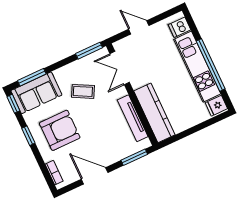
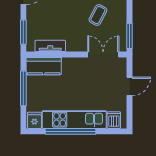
kitchen counter: (154, 113) -> (44, 66), width x0.67
tv unit: (133, 118) -> (50, 46), width x0.71
window: (190, 131) -> (23, 88), added

